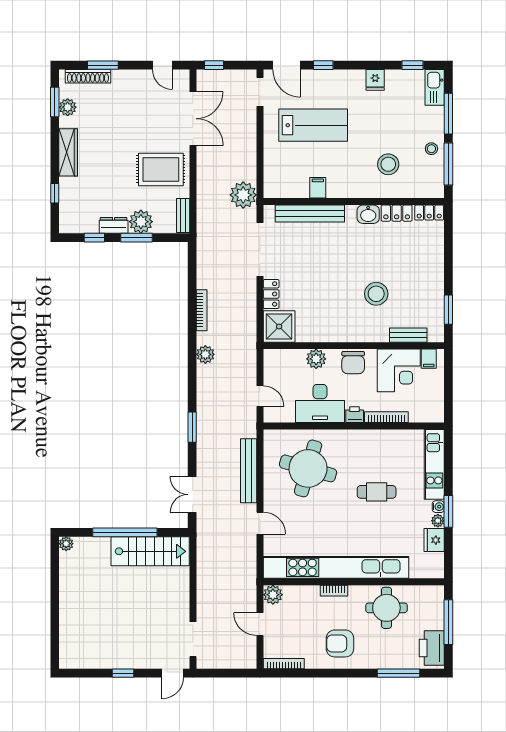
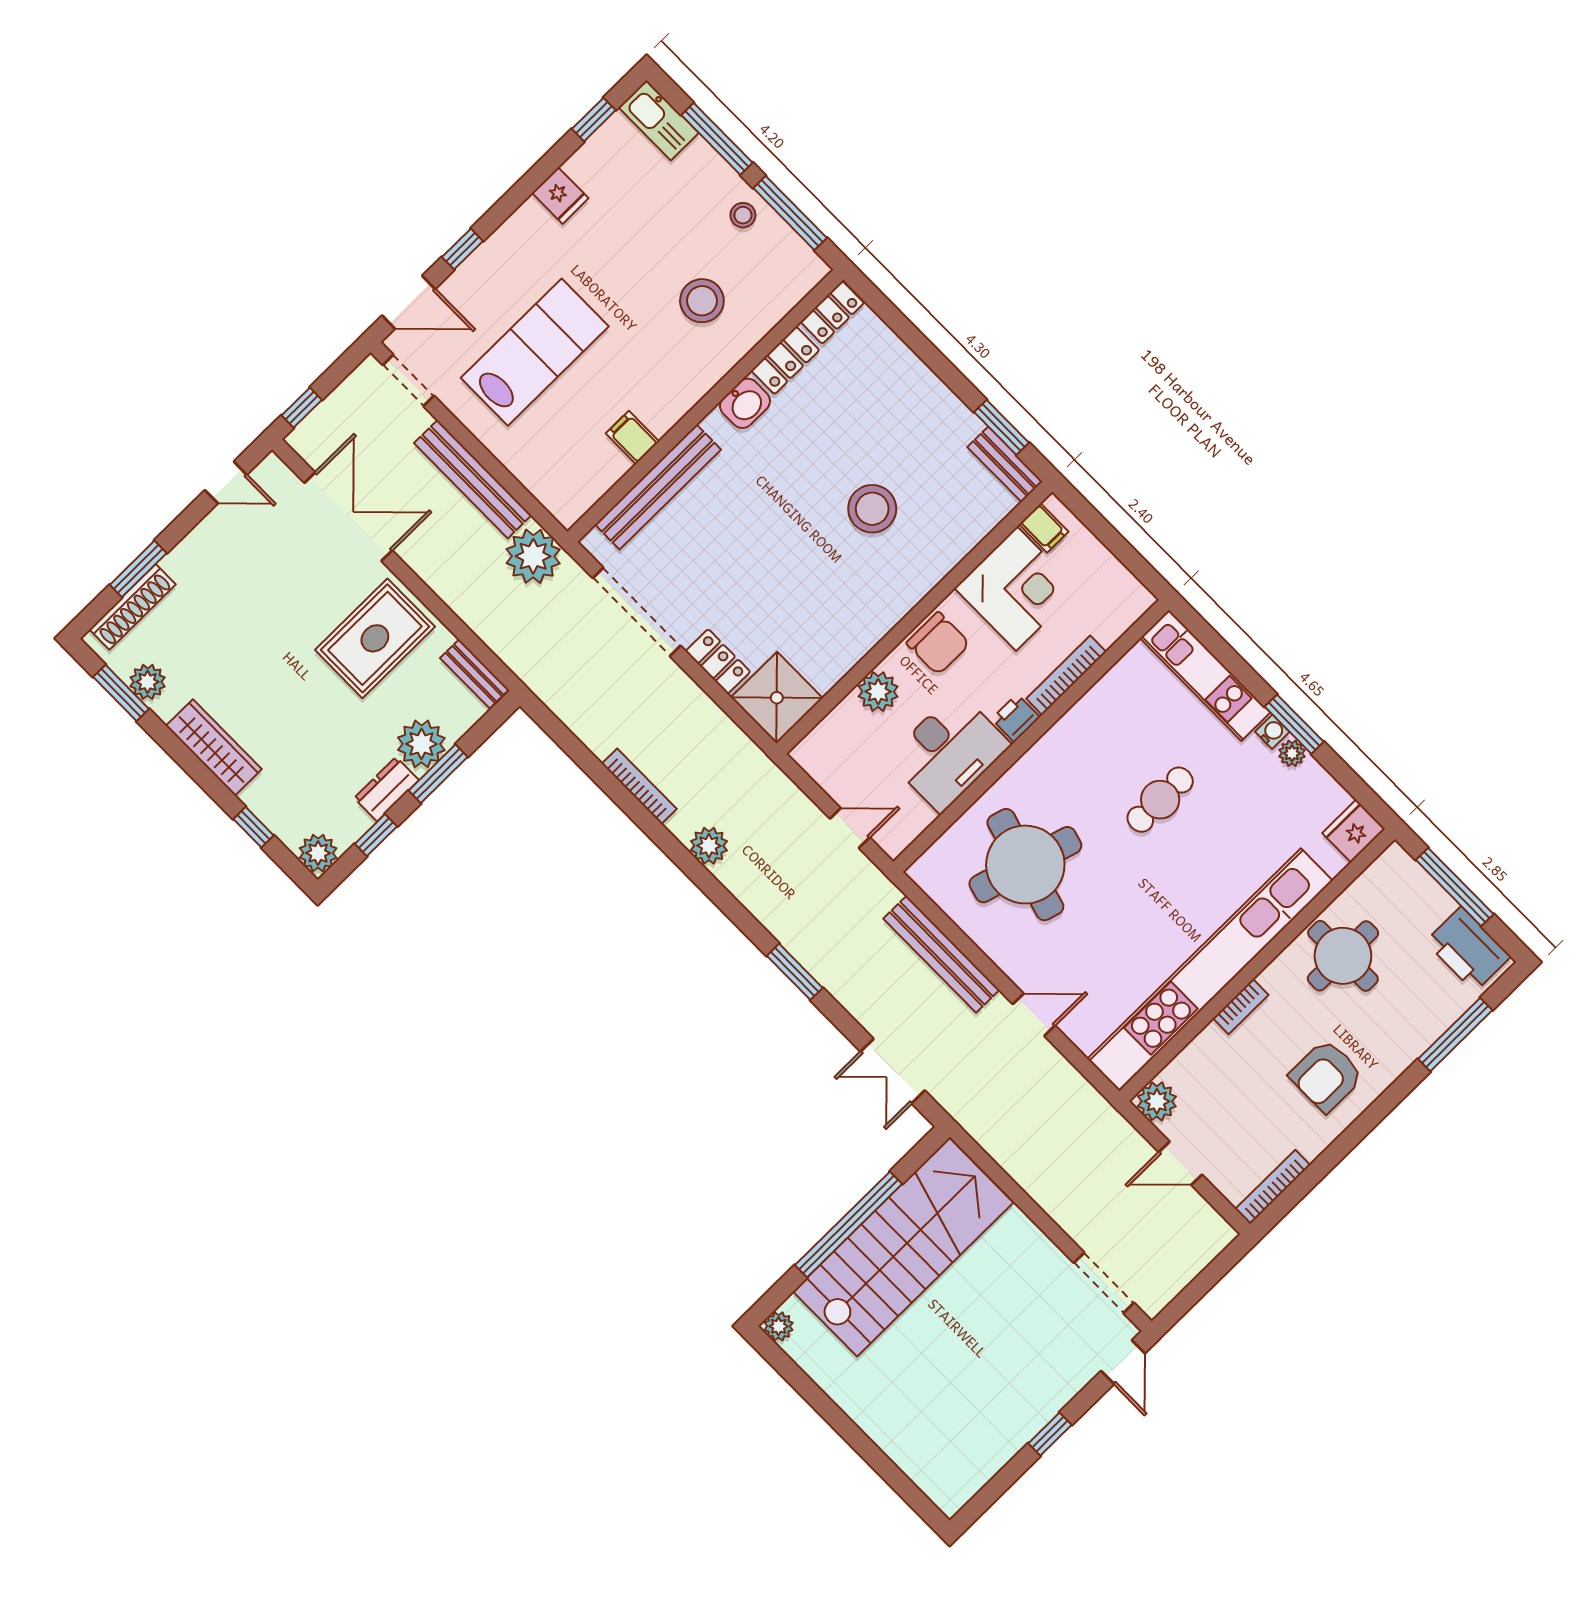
bench: (249, 148) -> (473, 479), added
plant: (68, 224) -> (318, 853), added
bench: (408, 335) -> (1005, 464), moved, turned 90
fridge: (434, 540) -> (1354, 831), moved, turned 90
stairs: (150, 551) -> (903, 1247), width x1.36, depth x1.51

